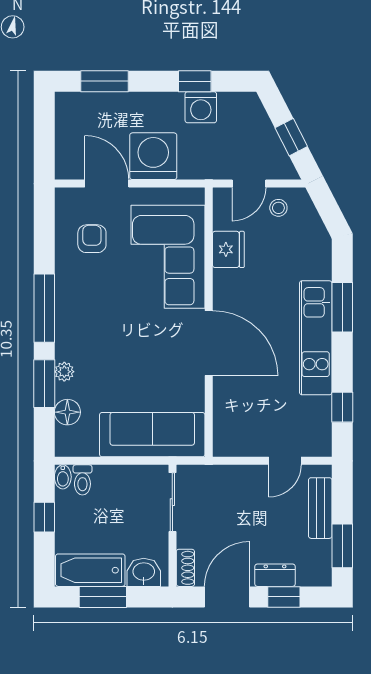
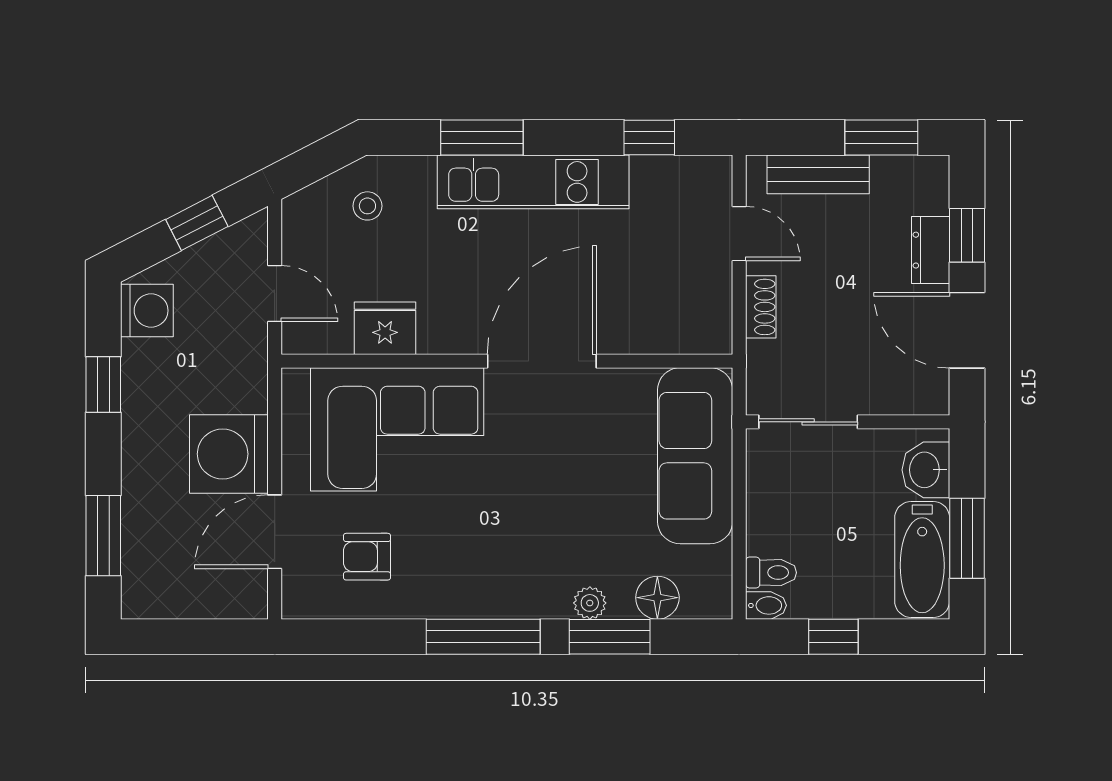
washing machine: (201, 107) -> (147, 311), moved
stool: (278, 208) -> (367, 206), moved
shoe rack: (185, 568) -> (761, 307), moved, turned 90

